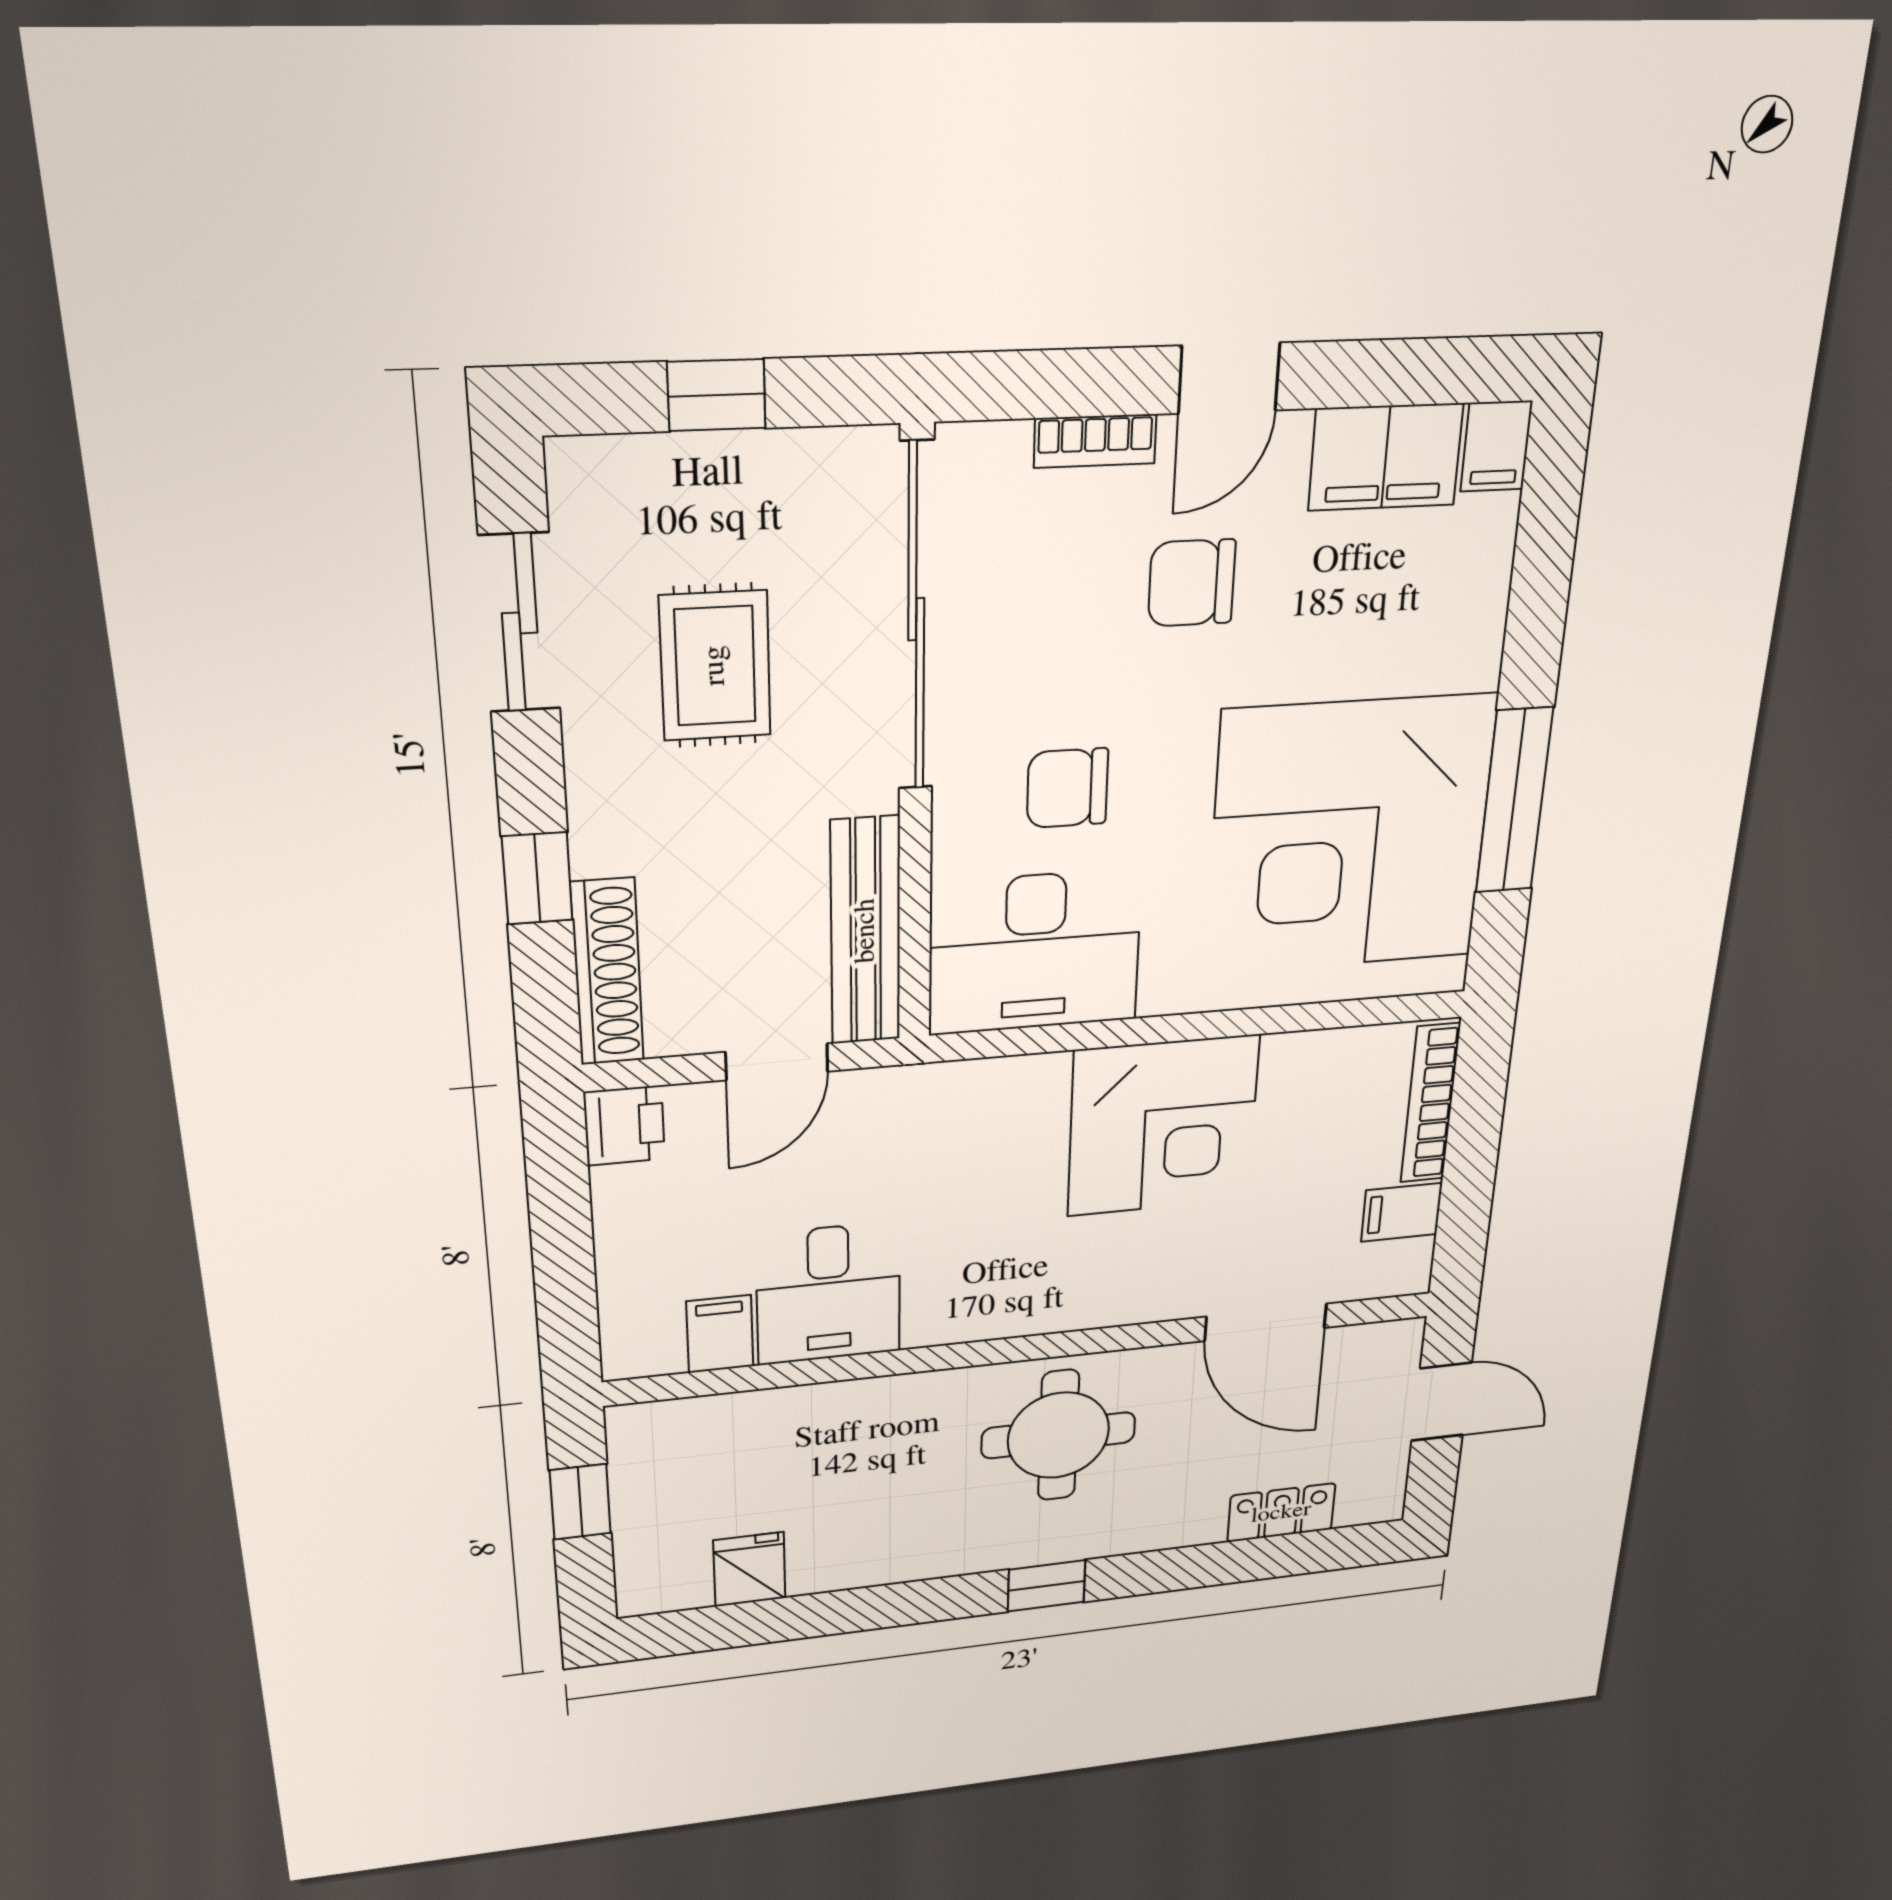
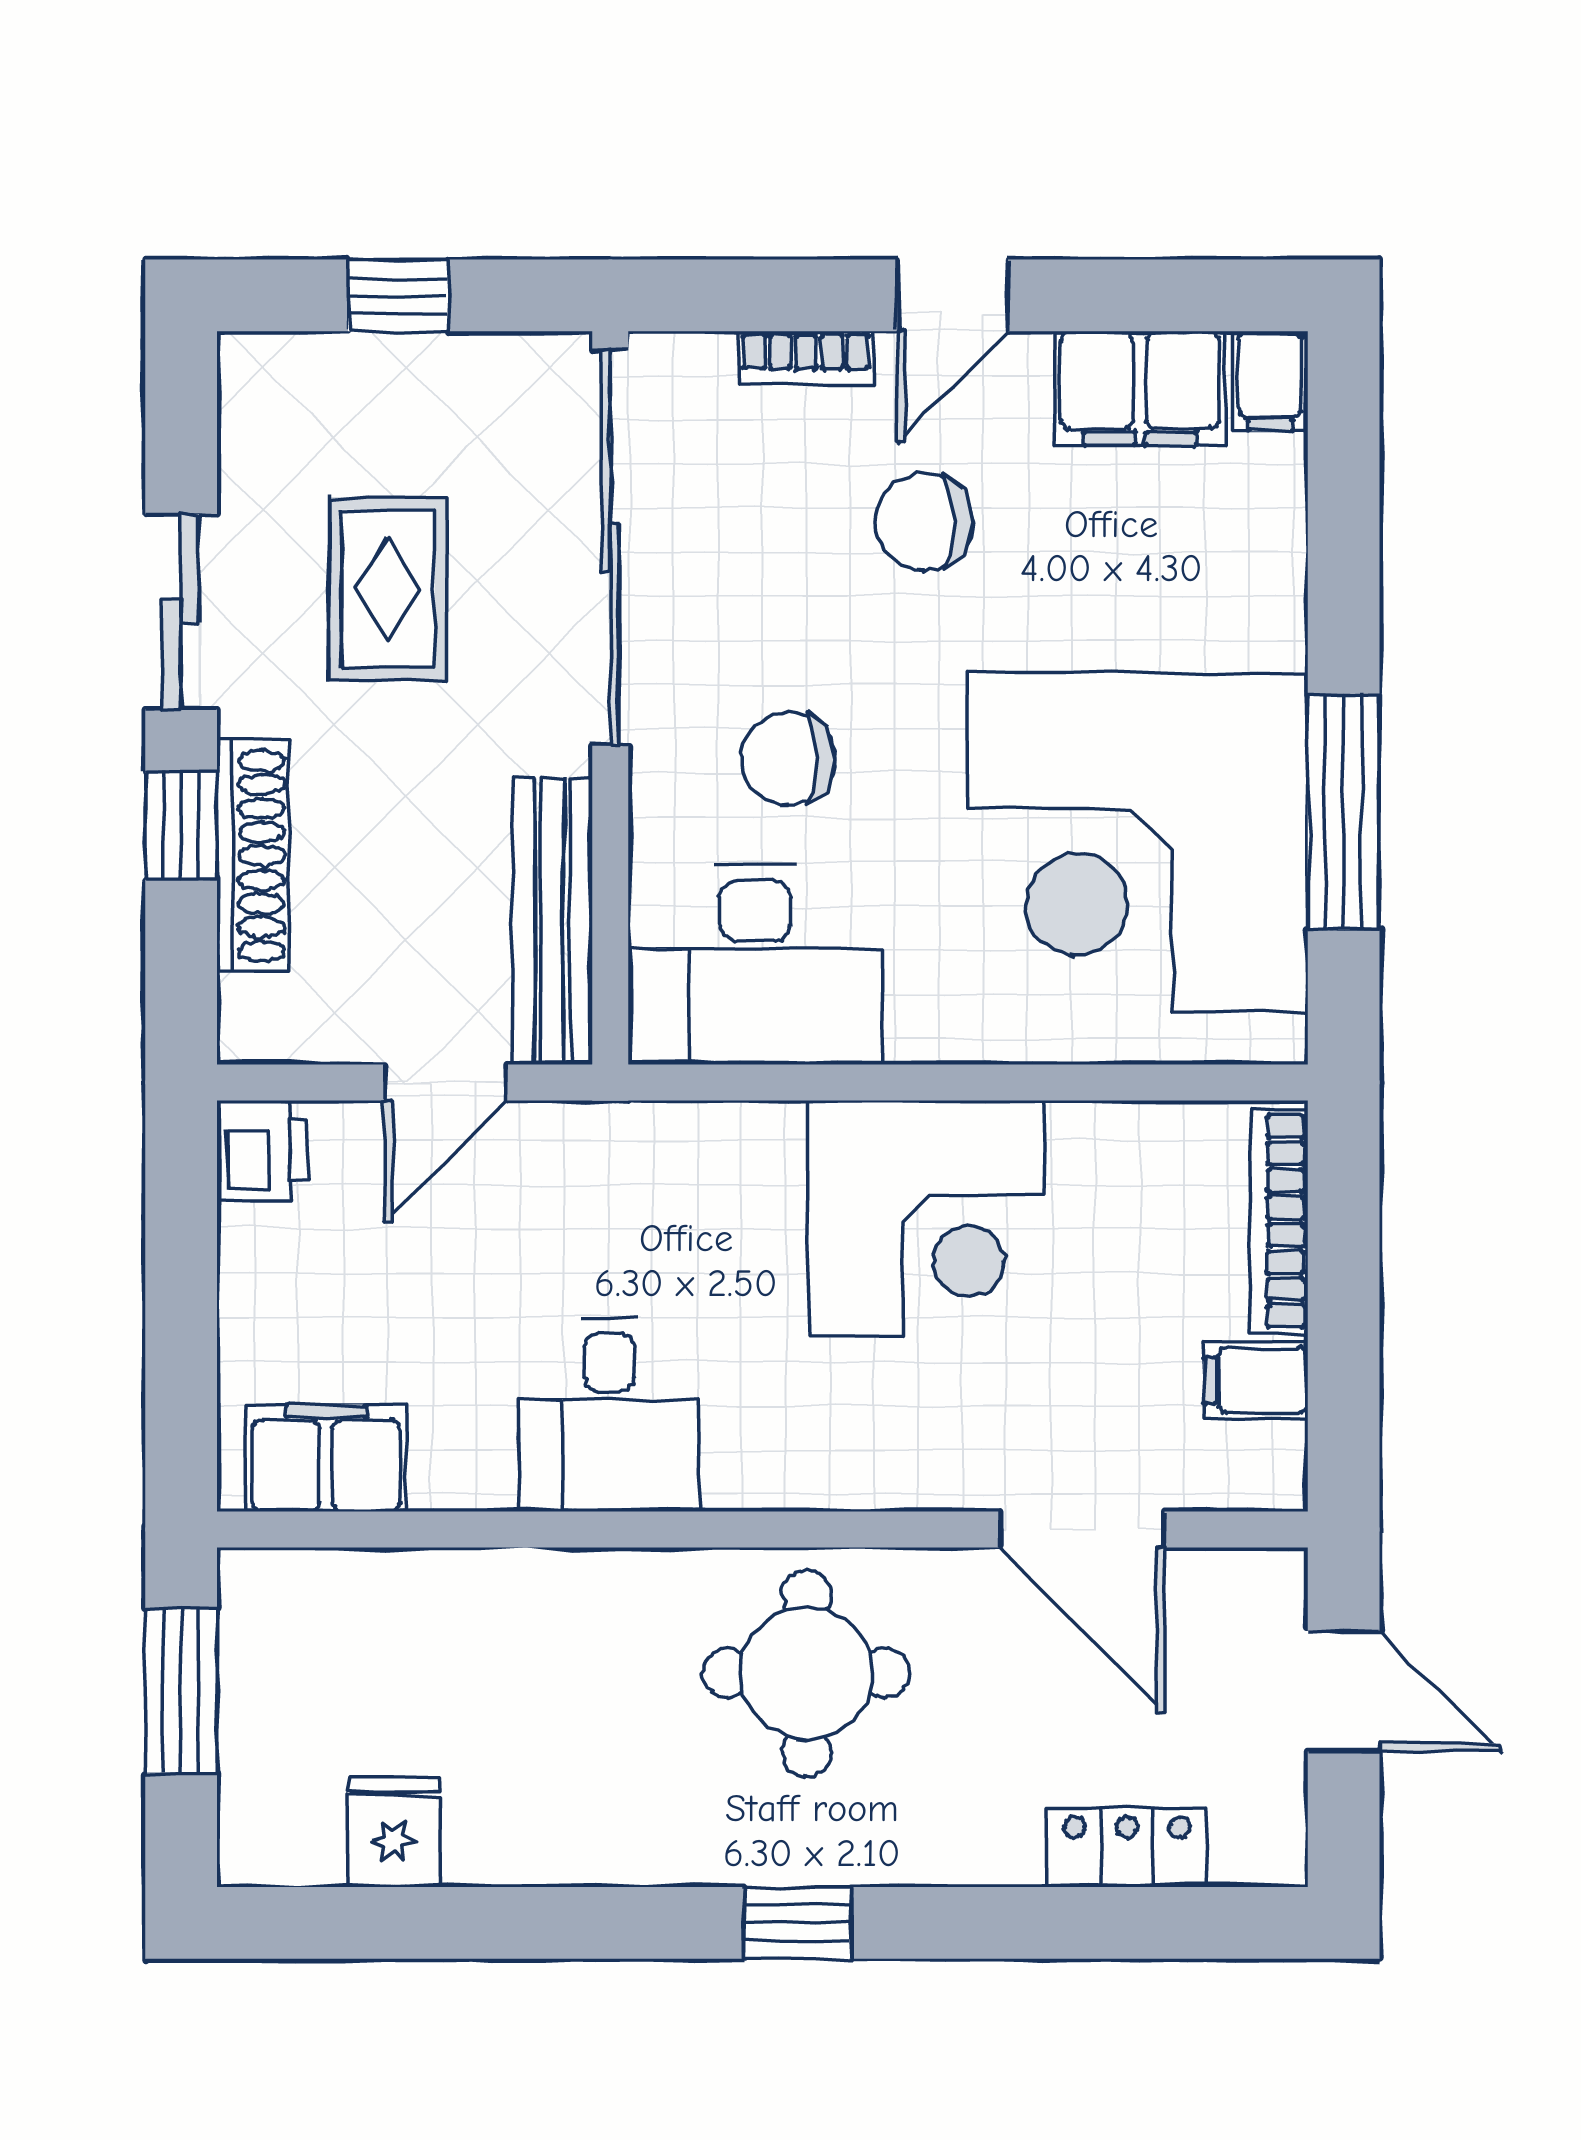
sliding door: (520, 623) -> (181, 612), moved
shoe rack: (607, 972) -> (253, 856), moved
desk: (829, 1293) -> (609, 1415), moved
filing cabinet: (720, 1334) -> (326, 1458), width x2.00
window: (580, 1502) -> (181, 1691), width x1.50

